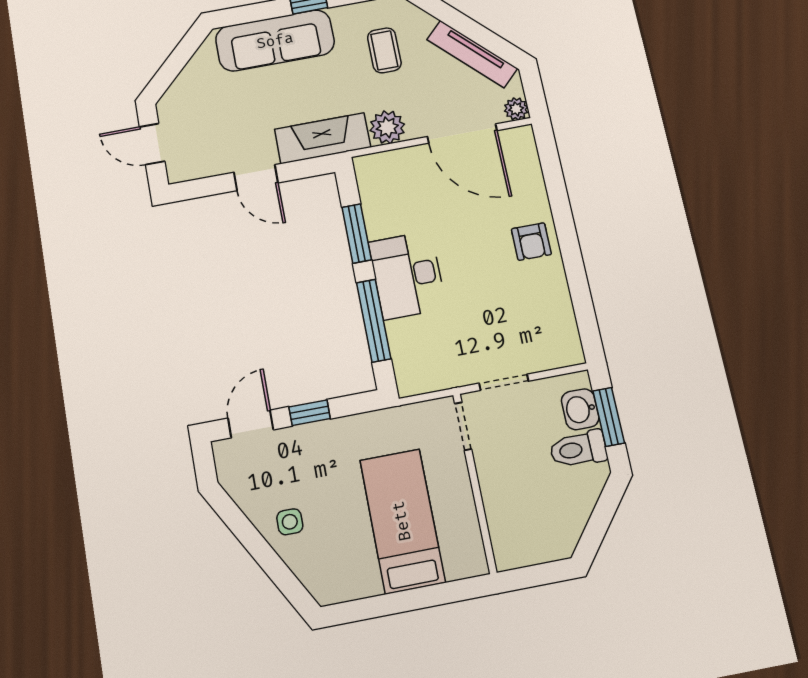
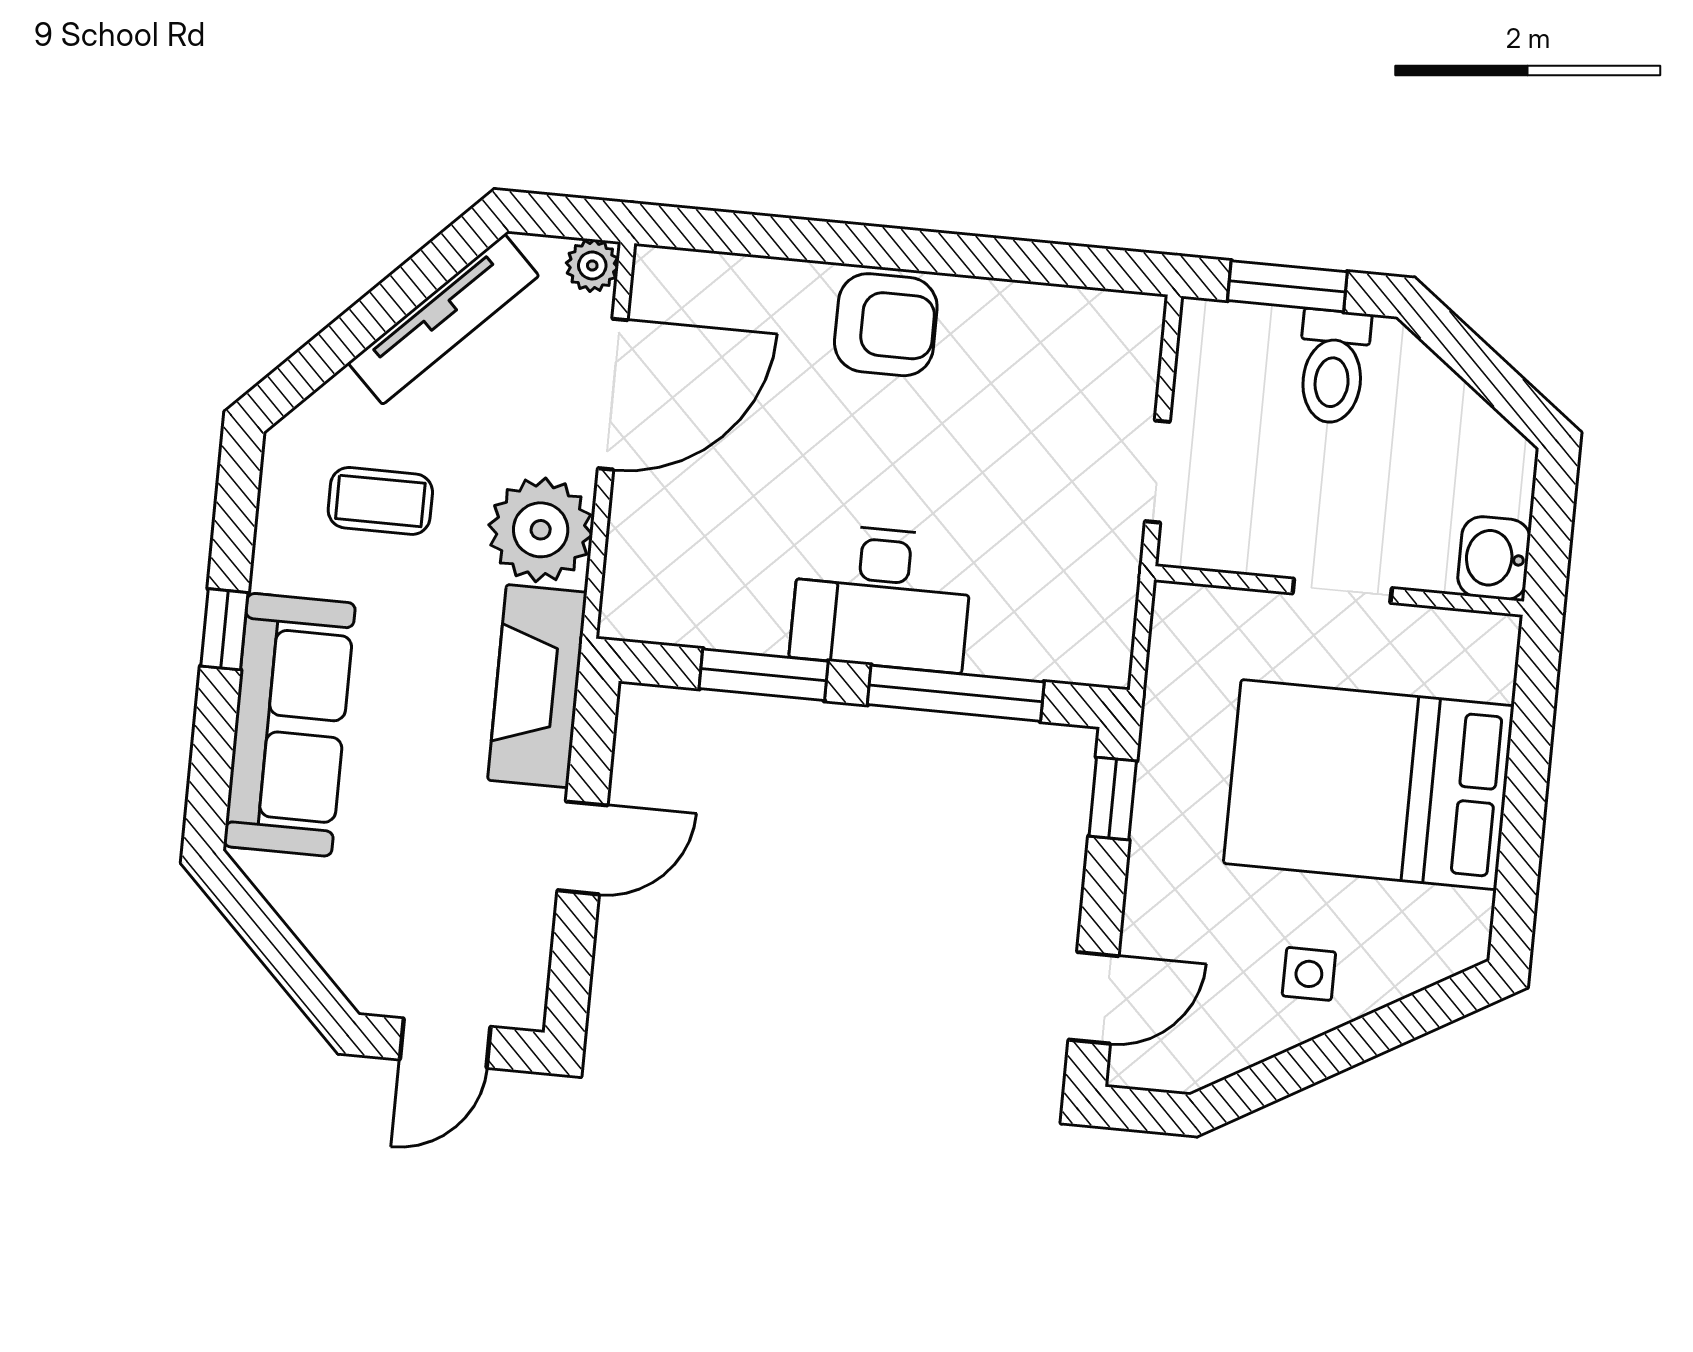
plant: (387, 127) -> (541, 530), width x1.36, depth x1.36
armchair: (531, 242) -> (886, 325), width x1.38, depth x1.38
washbasin: (580, 409) -> (1494, 558), moved, turned 90
window: (310, 413) -> (1113, 798), moved
door: (251, 424) -> (1094, 998), swing flipped
doorway: (463, 426) -> (1342, 591), moved
bed: (402, 521) -> (1369, 785), width x1.50

